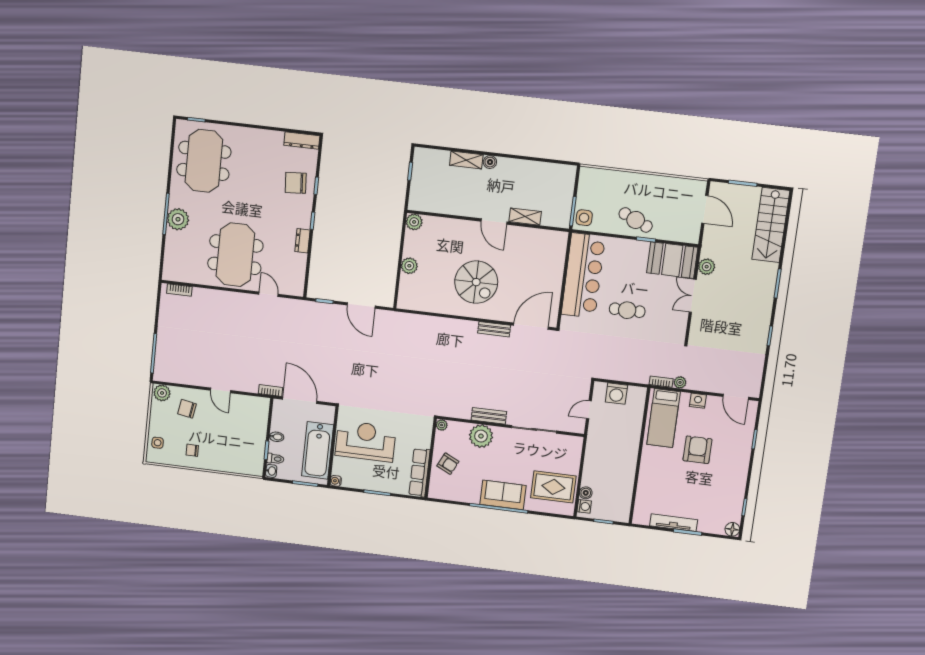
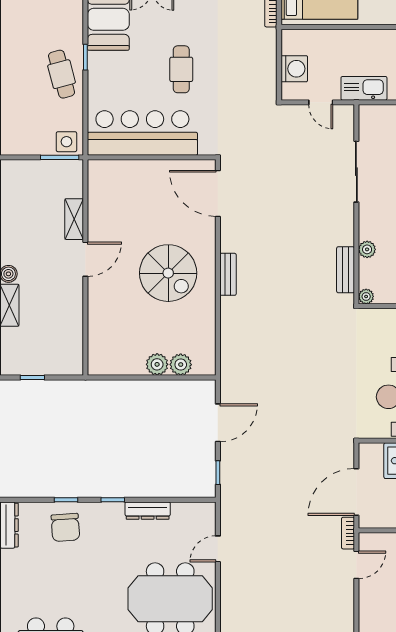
cafe table: (636, 220) -> (62, 74), turned -39
plant: (414, 222) -> (181, 365), moved
dresser: (302, 241) -> (148, 511), width x1.44
spiral stairs: (476, 282) -> (168, 273), turned 90
bench: (494, 329) -> (228, 274), moved
door: (220, 390) -> (356, 565), moved
bench: (489, 416) -> (346, 270), moved
plant: (481, 436) -> (367, 249), width x0.53, depth x0.53
kitchen sink: (595, 443) -> (364, 88), added

